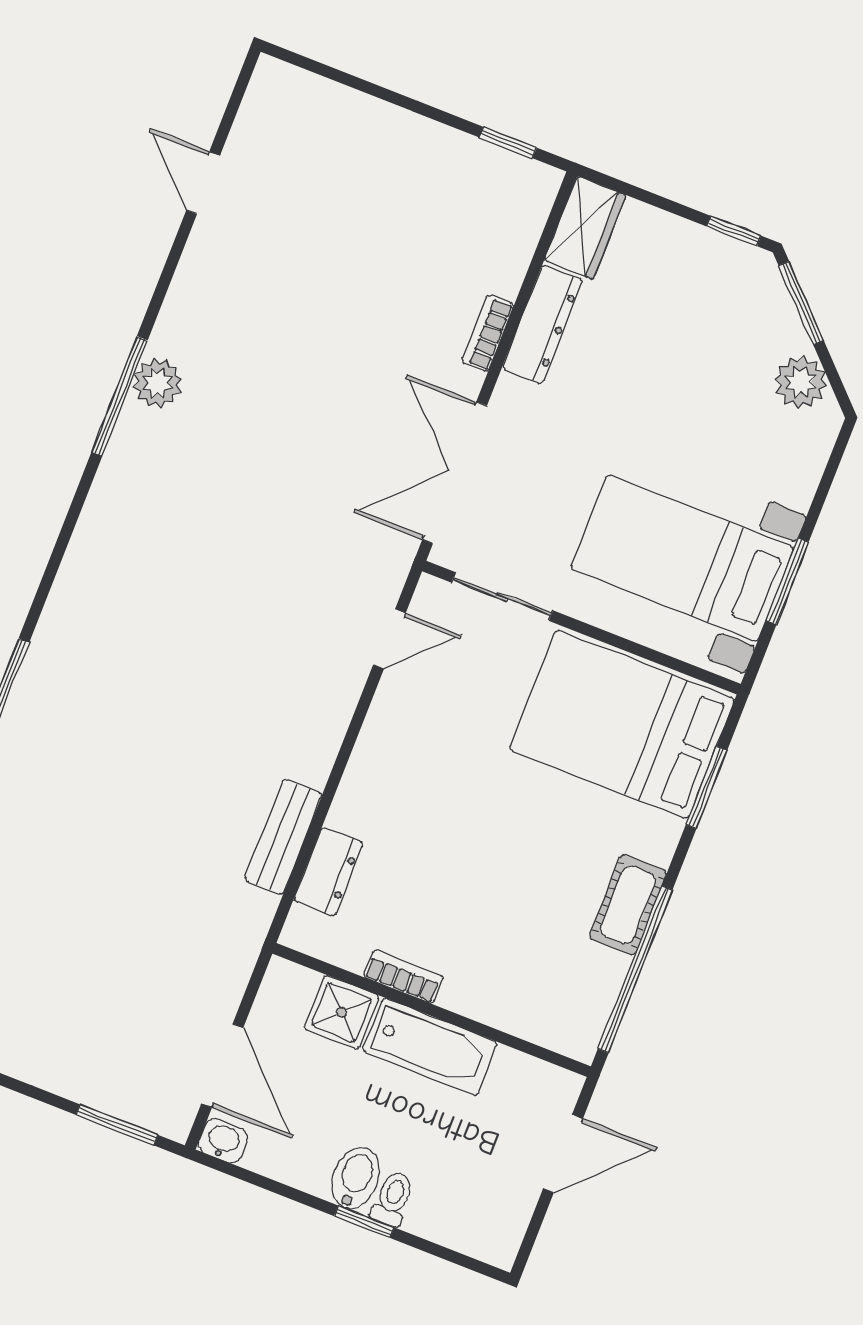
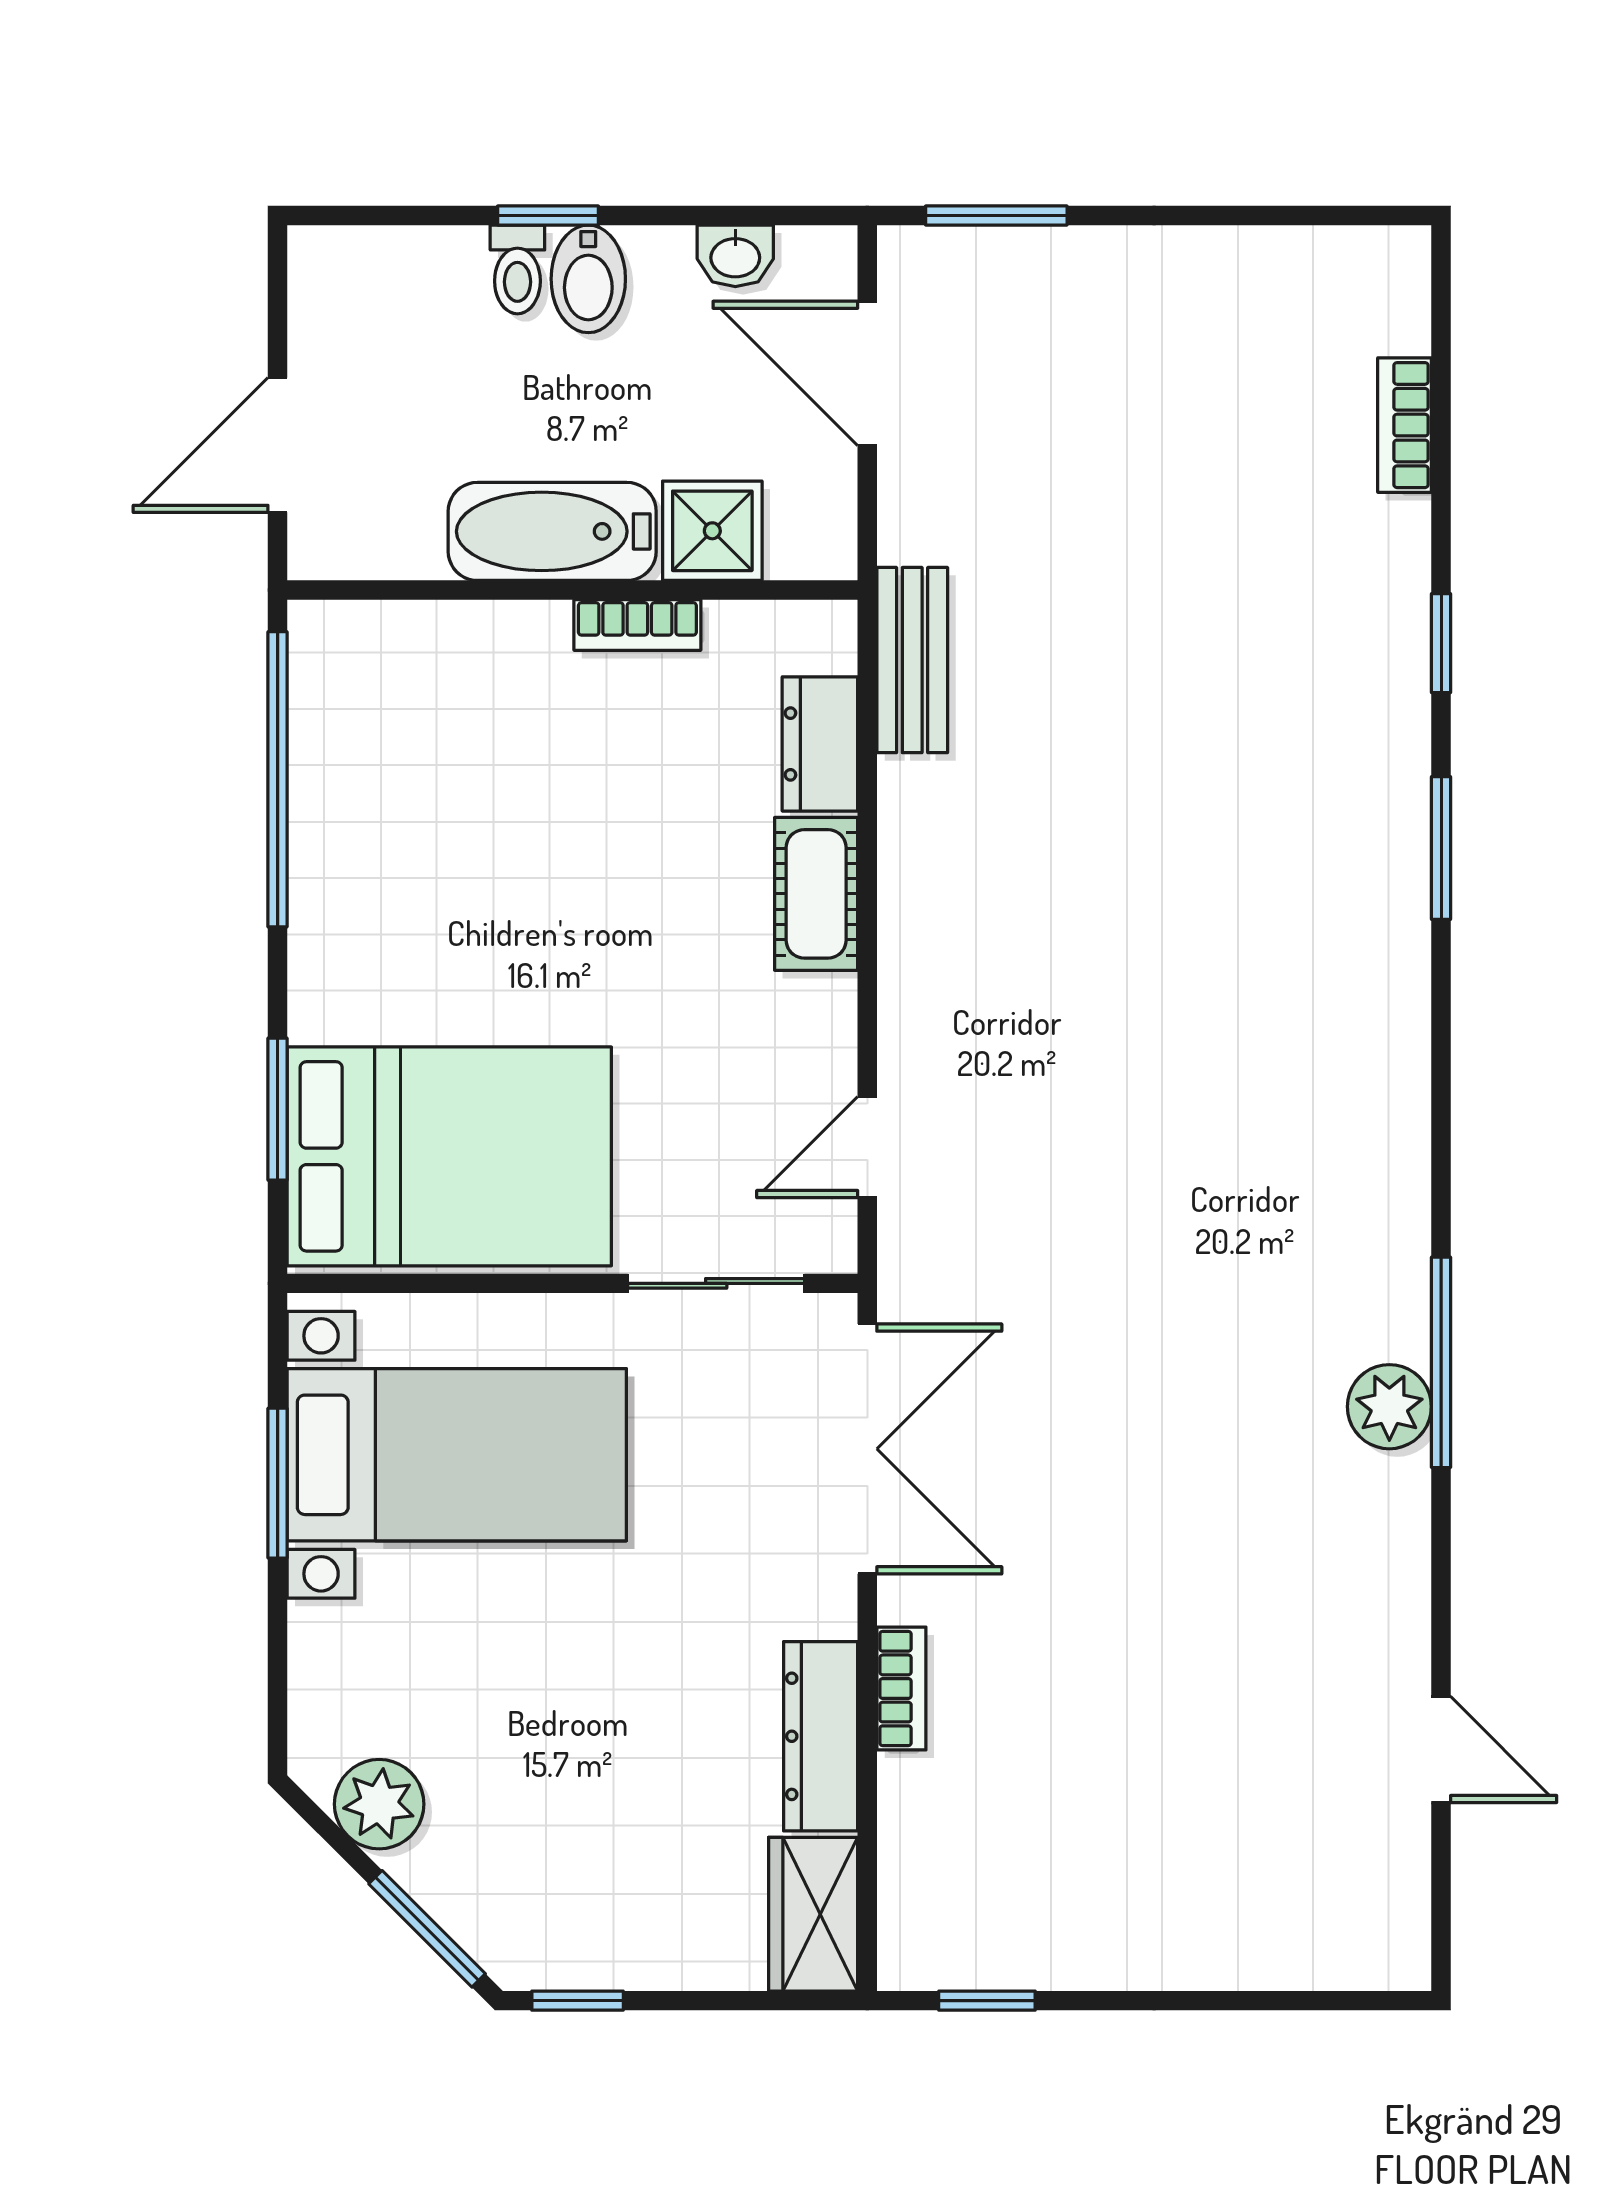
bench: (283, 837) -> (912, 660), moved
cot: (628, 905) -> (816, 894), moved
washbasin: (223, 1141) -> (735, 256), moved

